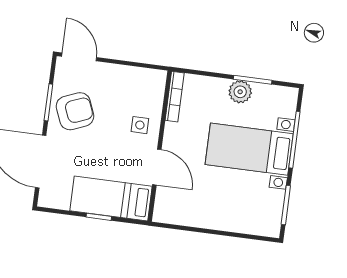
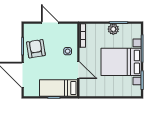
door: (79, 57) -> (50, 23), moved
armchair: (75, 111) -> (36, 49), turned -77
bed with nightstands: (249, 149) -> (121, 62), width x1.36

